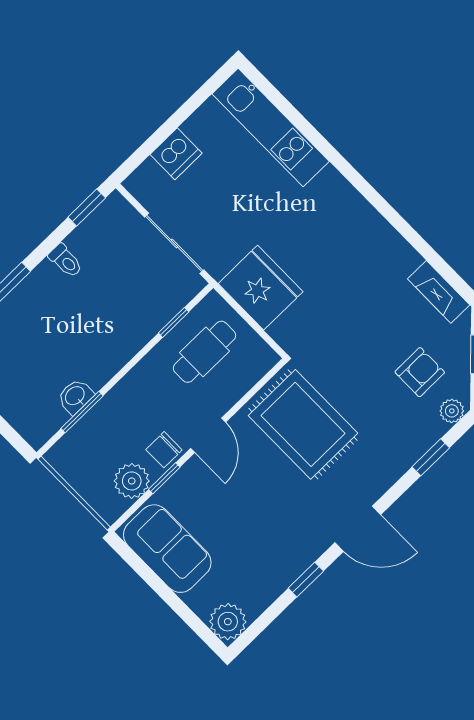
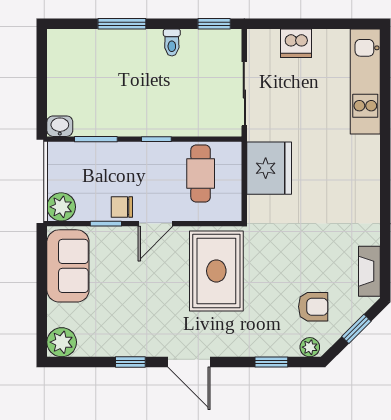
window: (174, 322) -> (156, 139), moved
cafe table: (205, 352) -> (201, 174), turned 90
washbasin: (75, 396) -> (60, 126), moved
plant: (132, 481) -> (61, 207), moved

